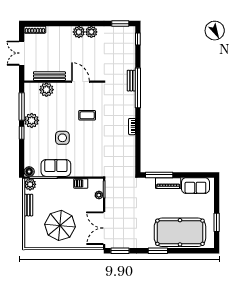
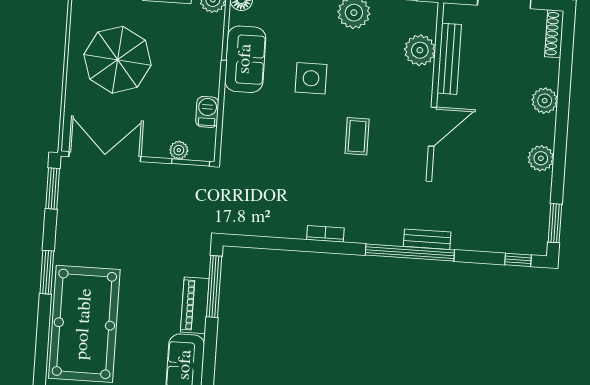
plant: (79, 32) -> (545, 101), moved

